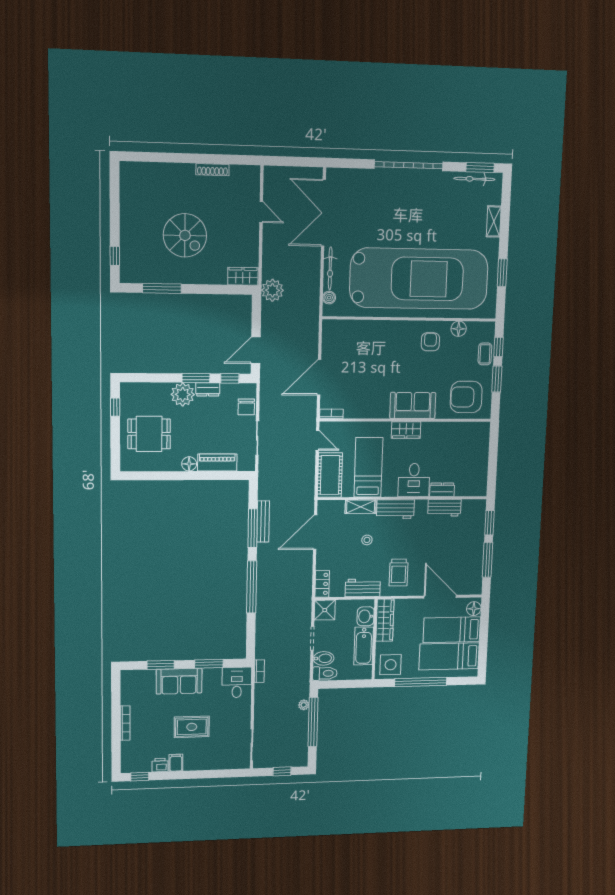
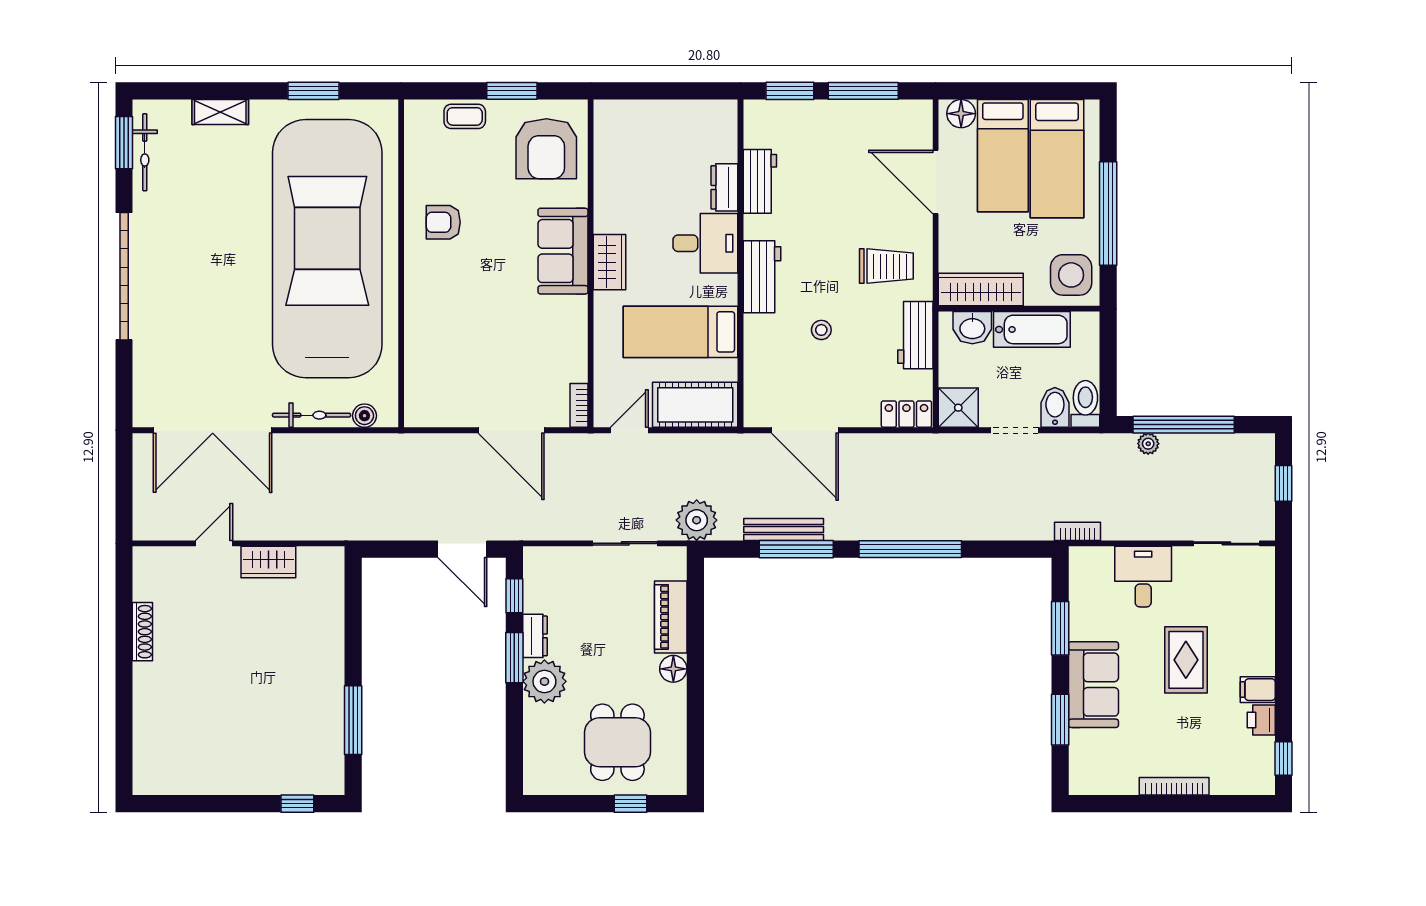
spiral stairs: (185, 235) -> (258, 680), removed
wardrobe: (243, 276) -> (268, 562), moved, turned -90
plant: (272, 290) -> (697, 520), moved
floor lamp: (459, 329) -> (418, 169), removed
window: (498, 347) -> (451, 91), removed
window: (115, 407) -> (630, 804), moved
chair: (246, 407) -> (567, 565), removed
shelving: (361, 507) -> (757, 344), removed
door: (440, 597) -> (936, 182), hinge flipped
desk: (237, 682) -> (1143, 577), moved, turned 90

